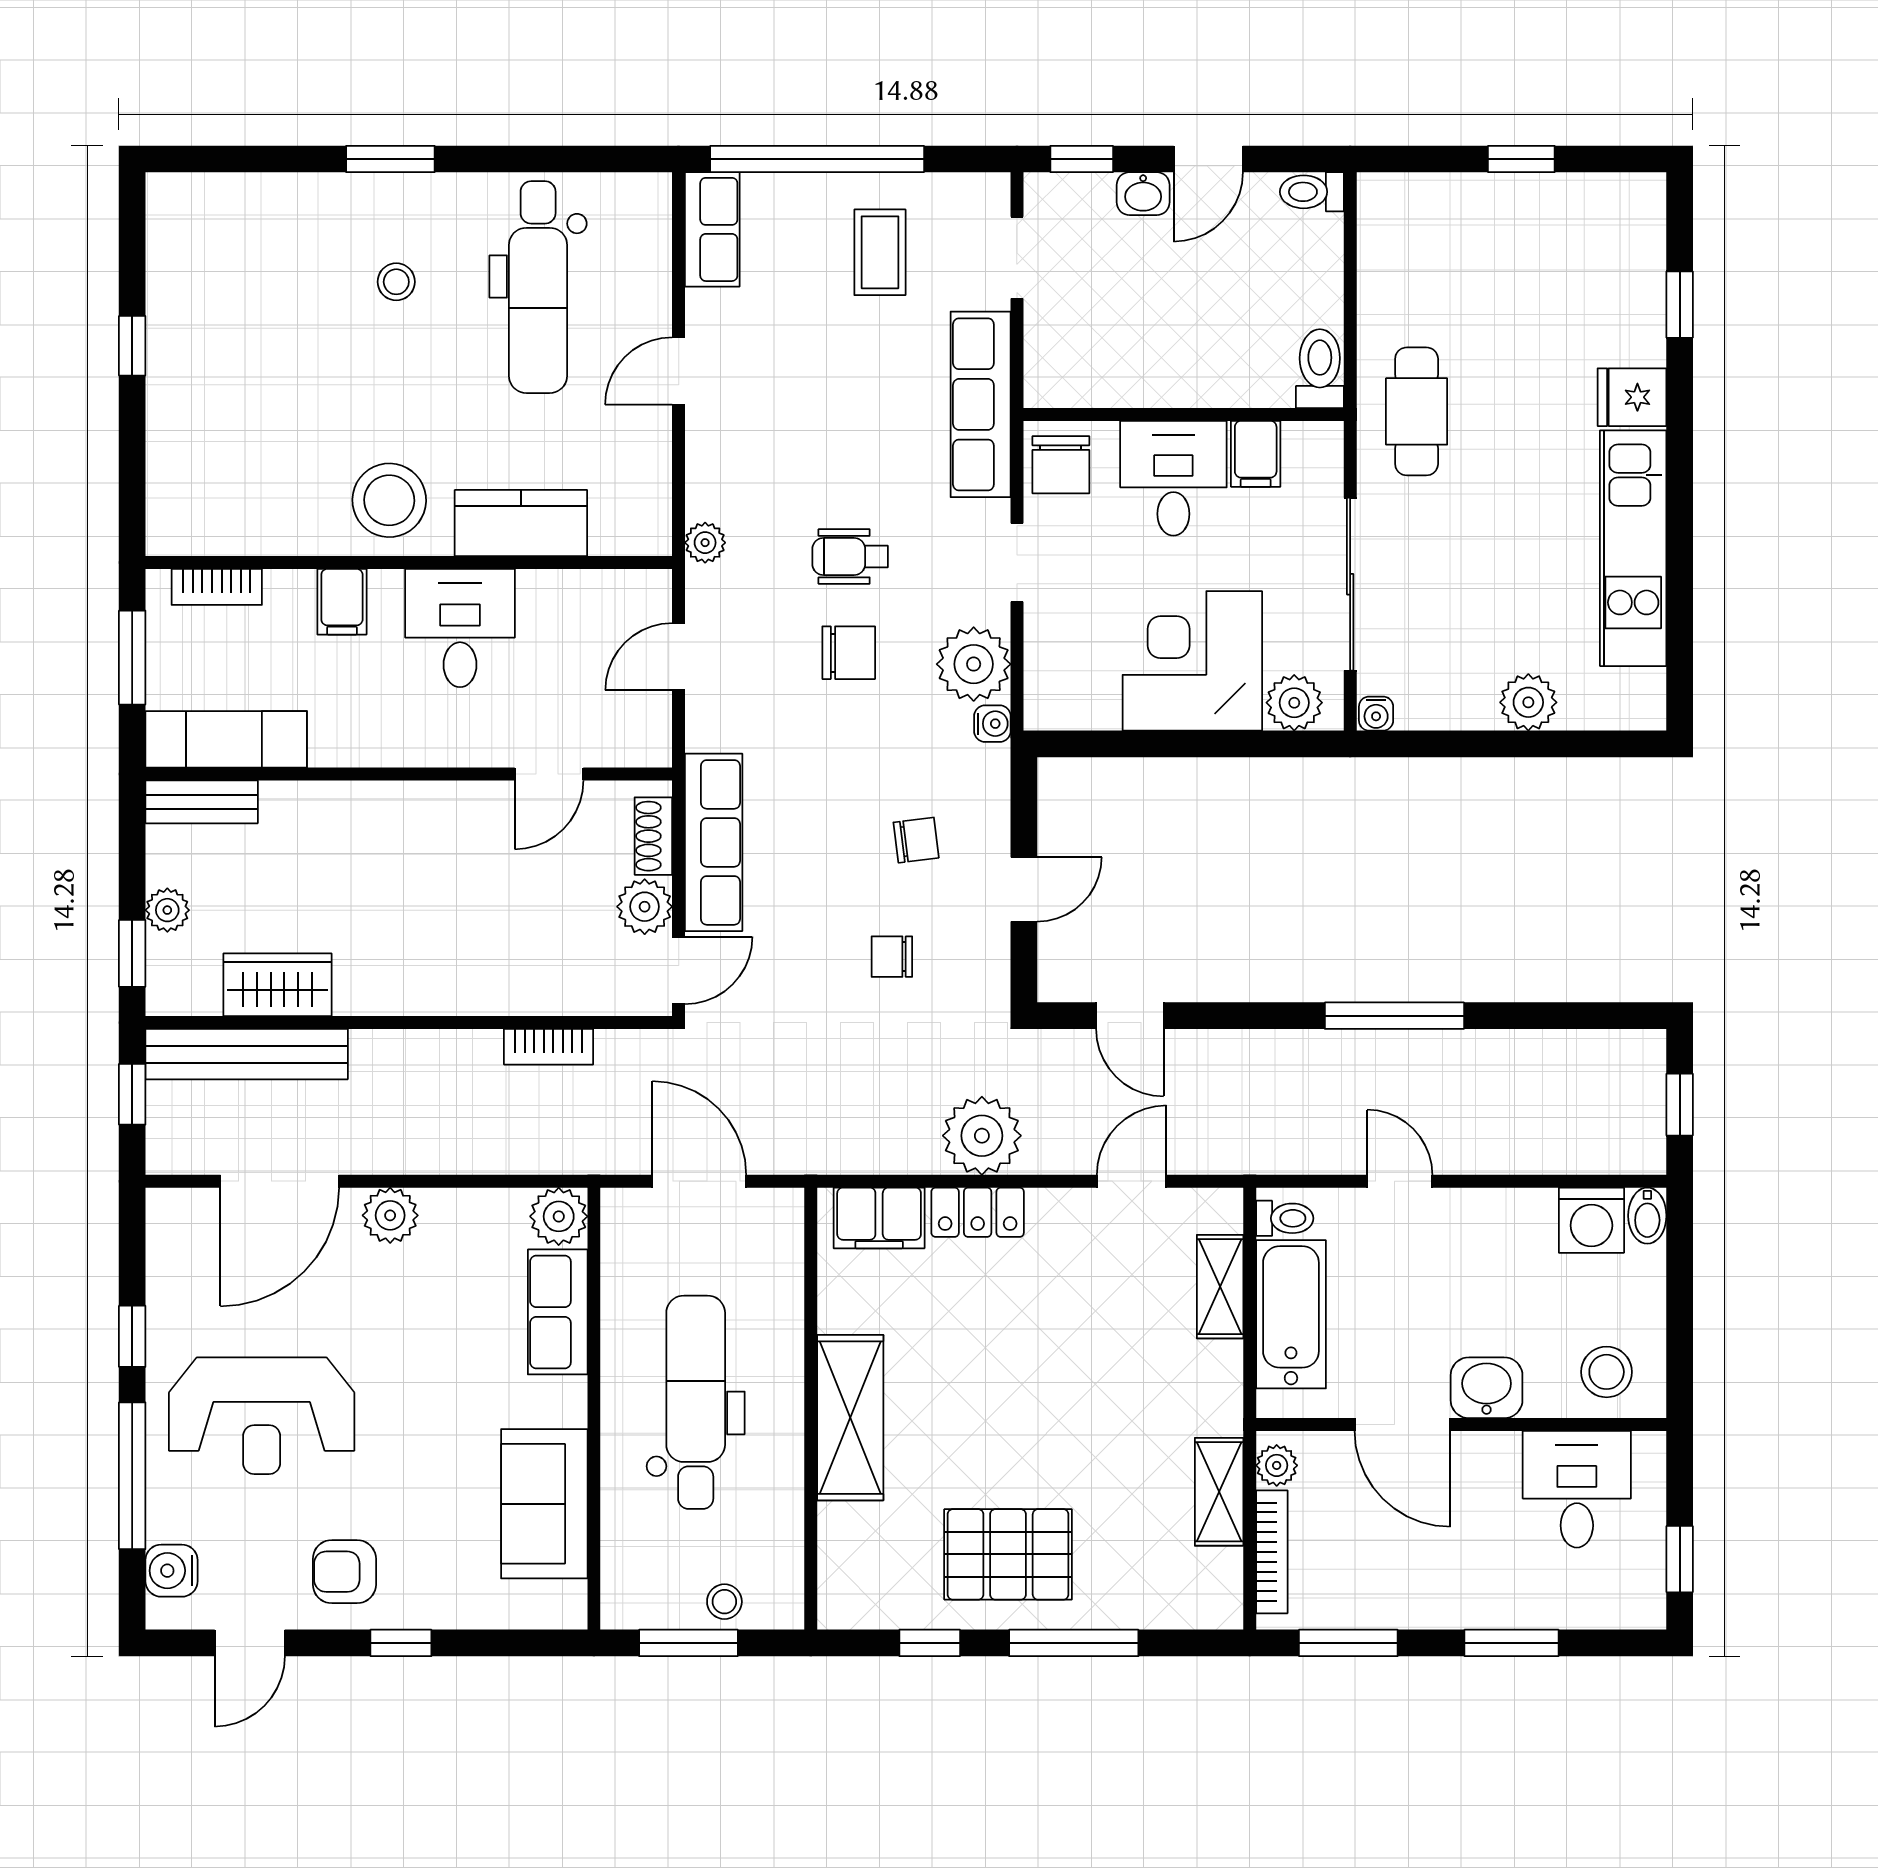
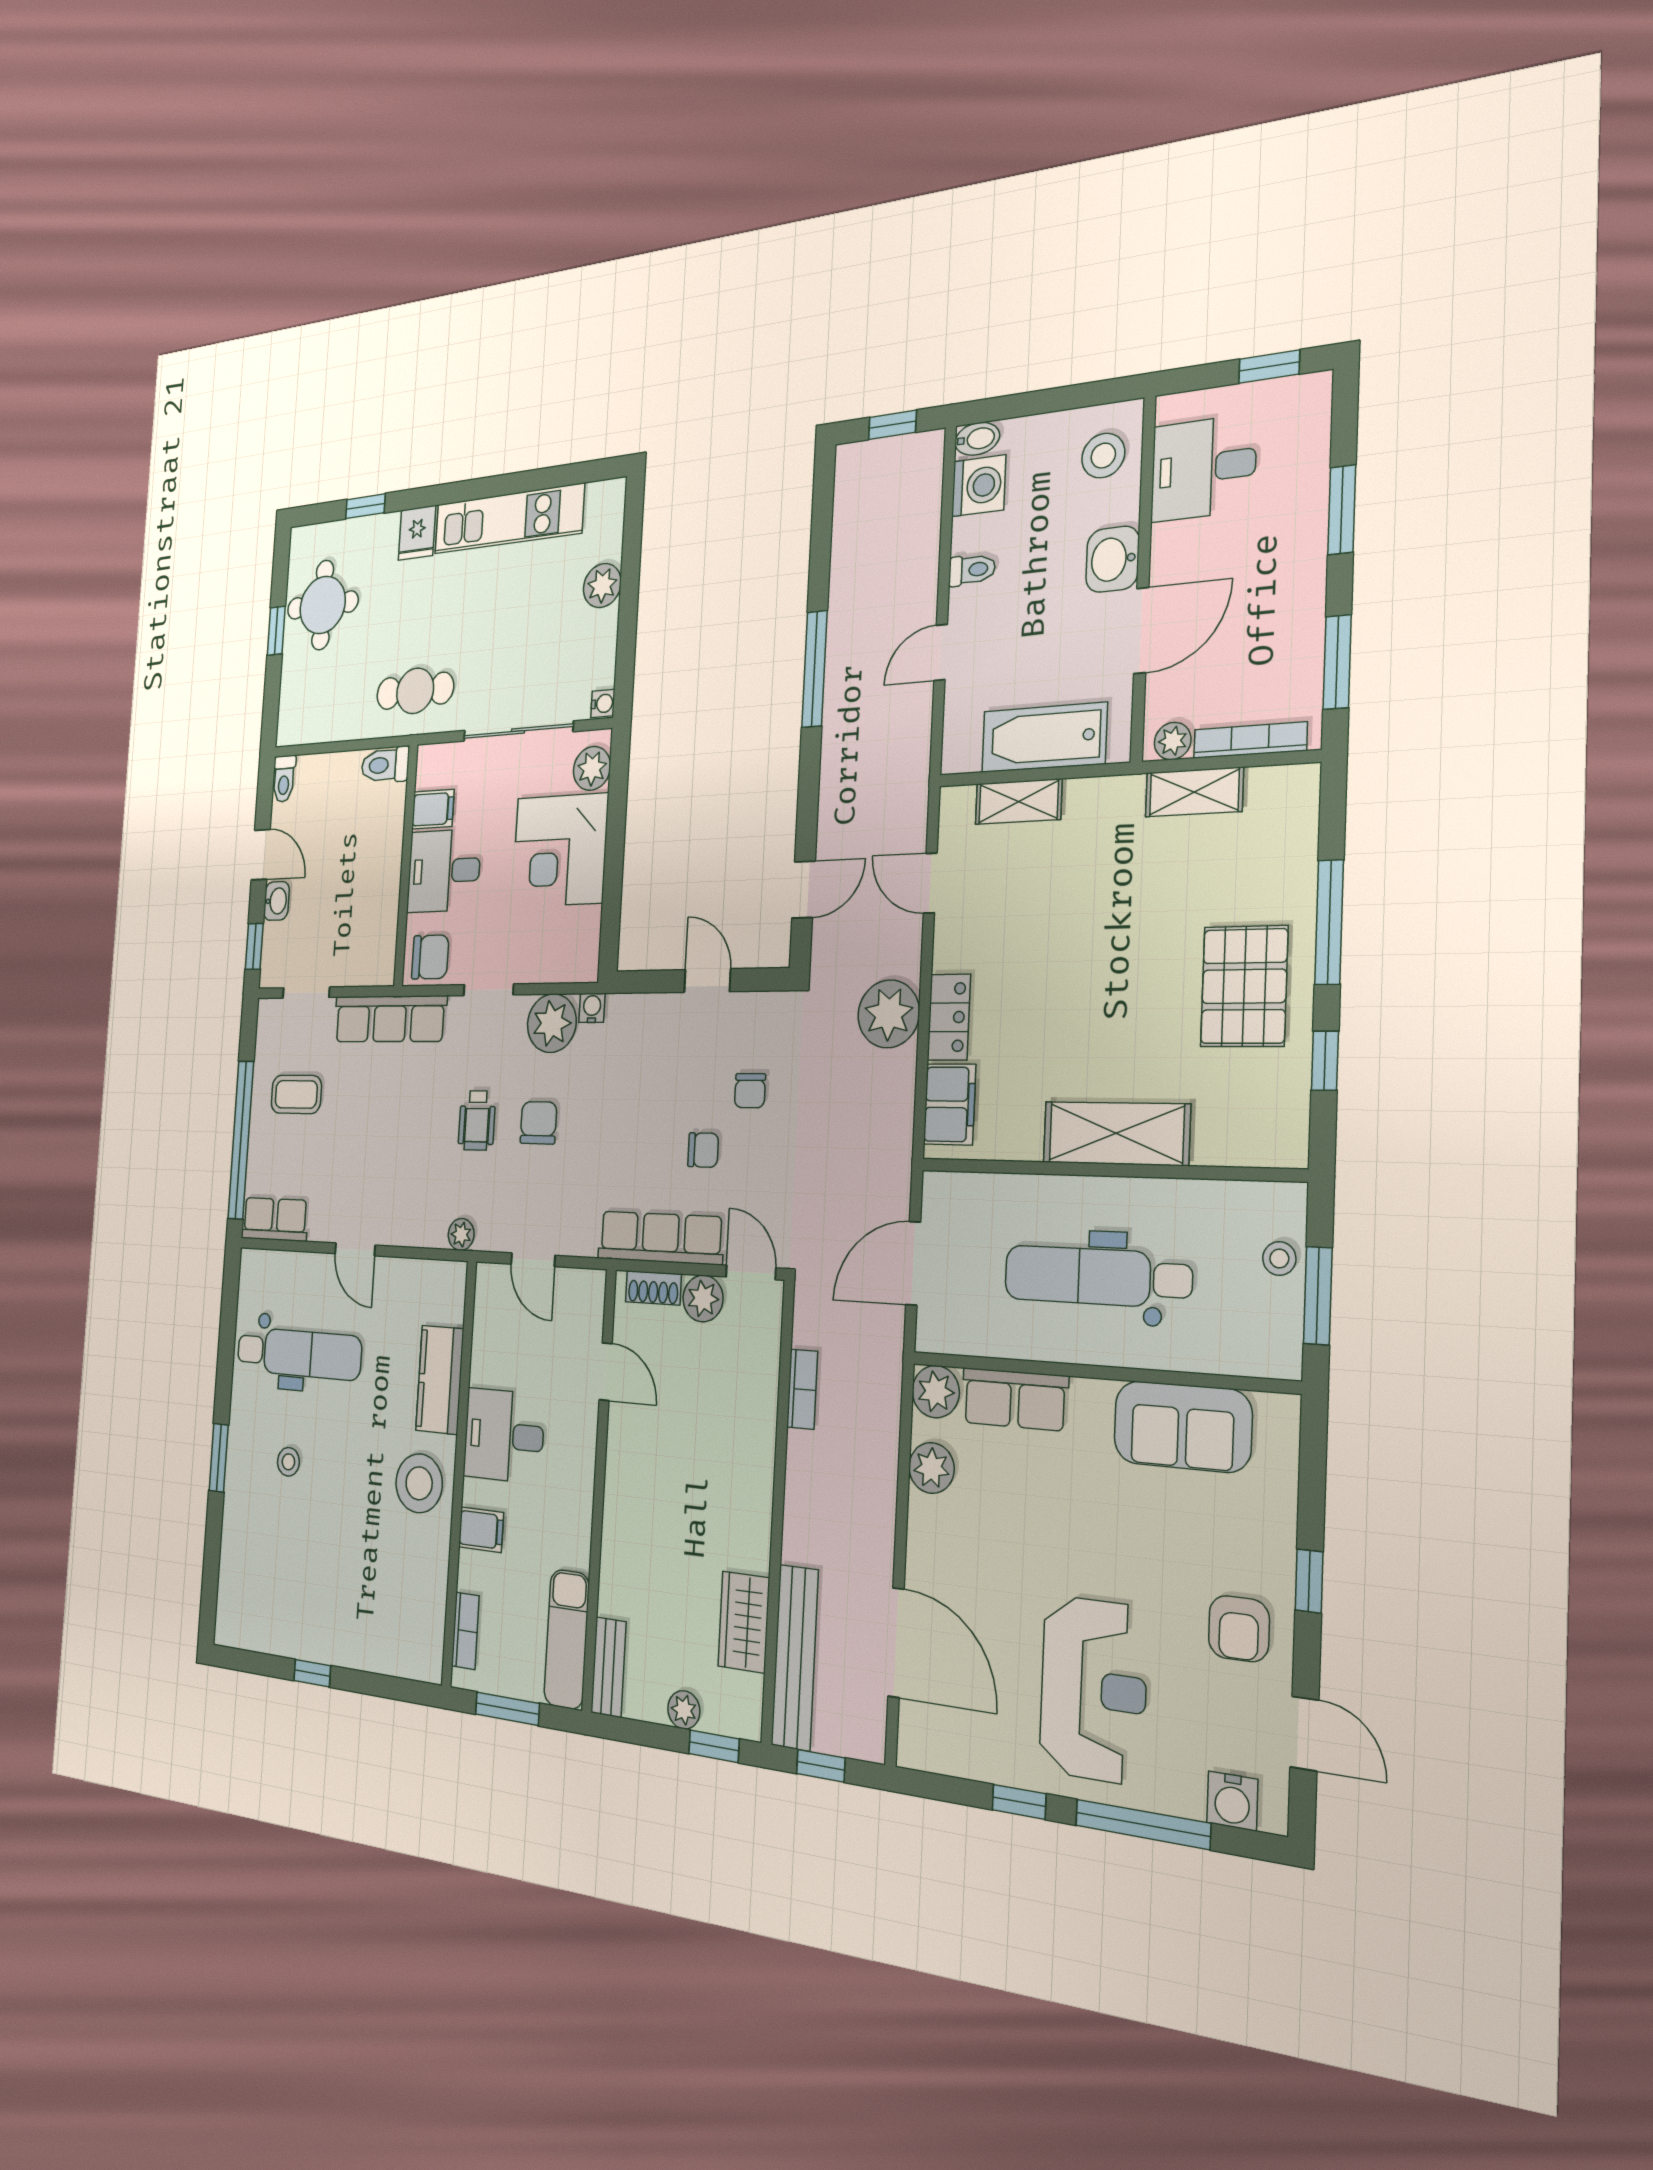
round table: (1549, 240) -> (323, 605), added
chair: (916, 840) -> (703, 1150), moved, turned 97
plant: (390, 1215) -> (932, 1468), moved
toilet: (1285, 1218) -> (972, 570), moved, turned 90

